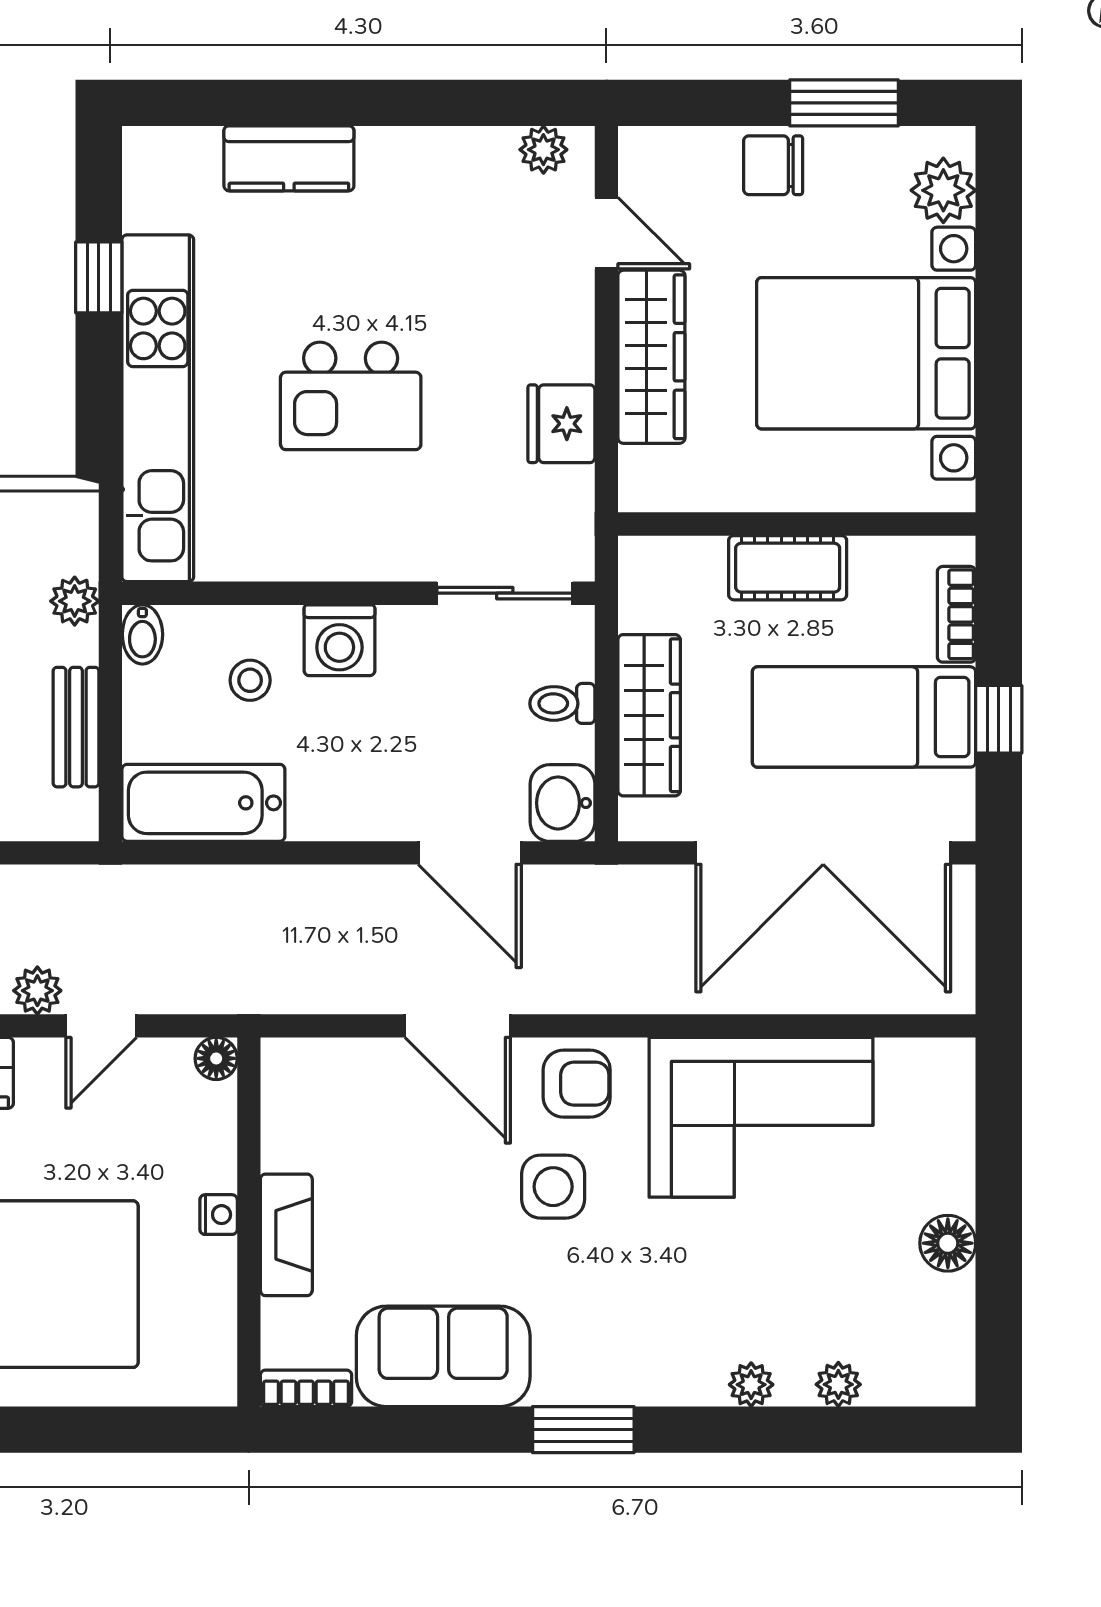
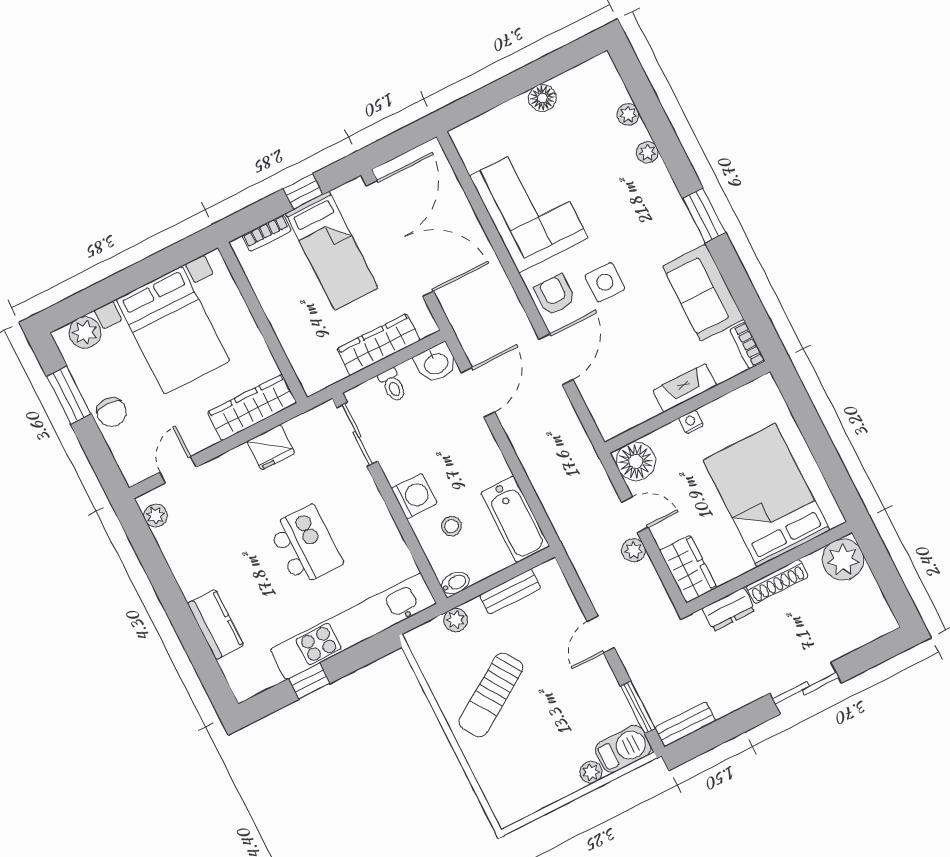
wardrobe: (651, 357) -> (252, 408), moved
cot: (788, 568) -> (284, 317), removed
floor lamp: (216, 1058) -> (636, 461), width x1.89, depth x1.89

